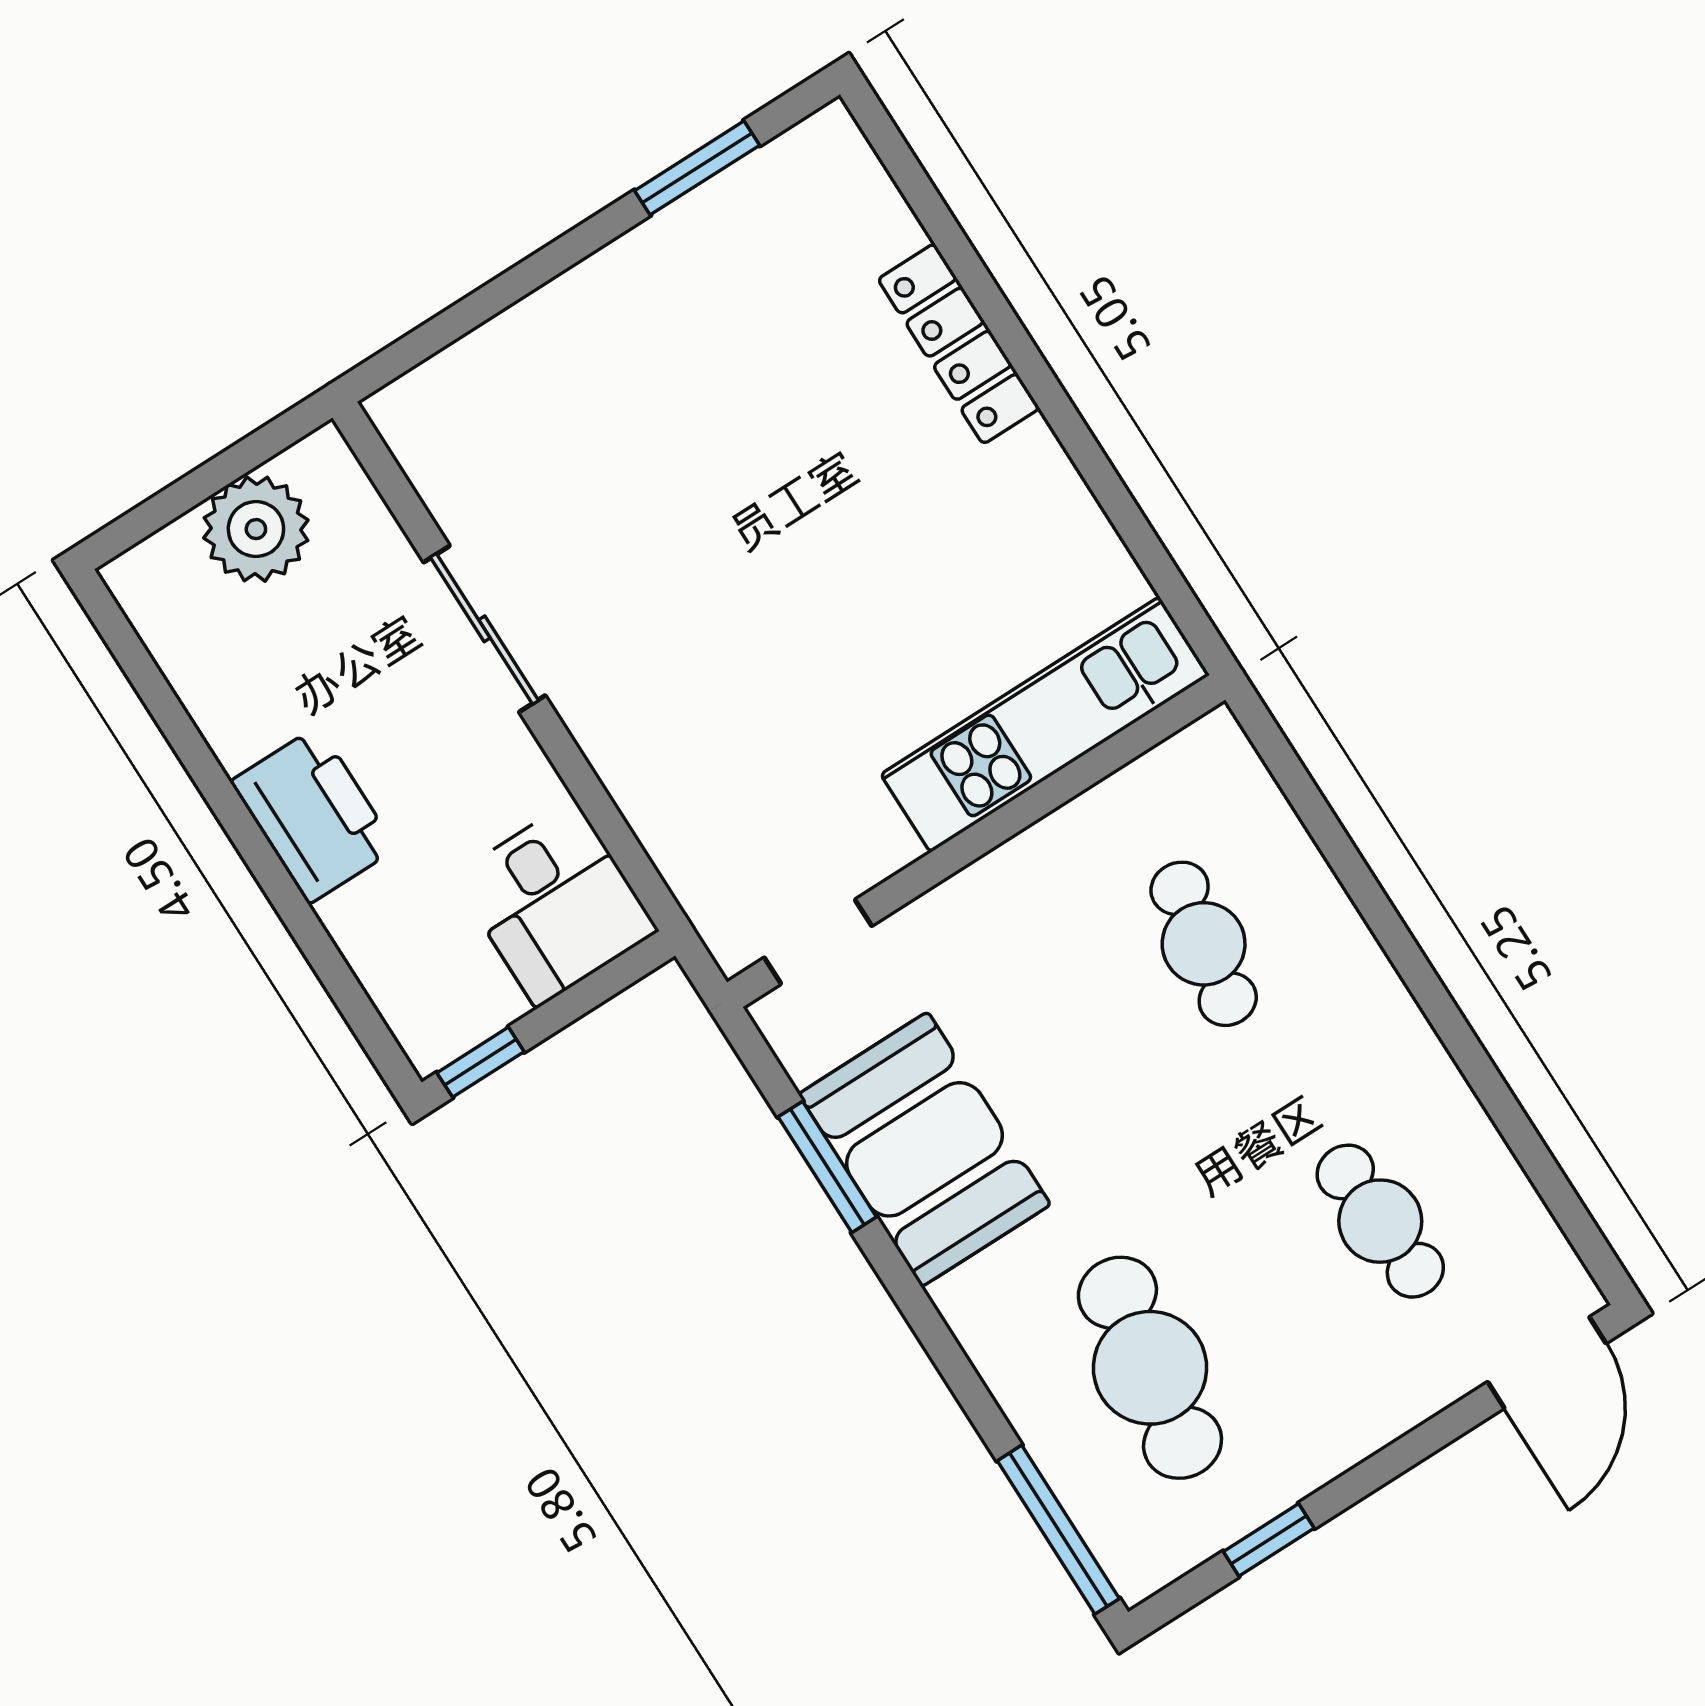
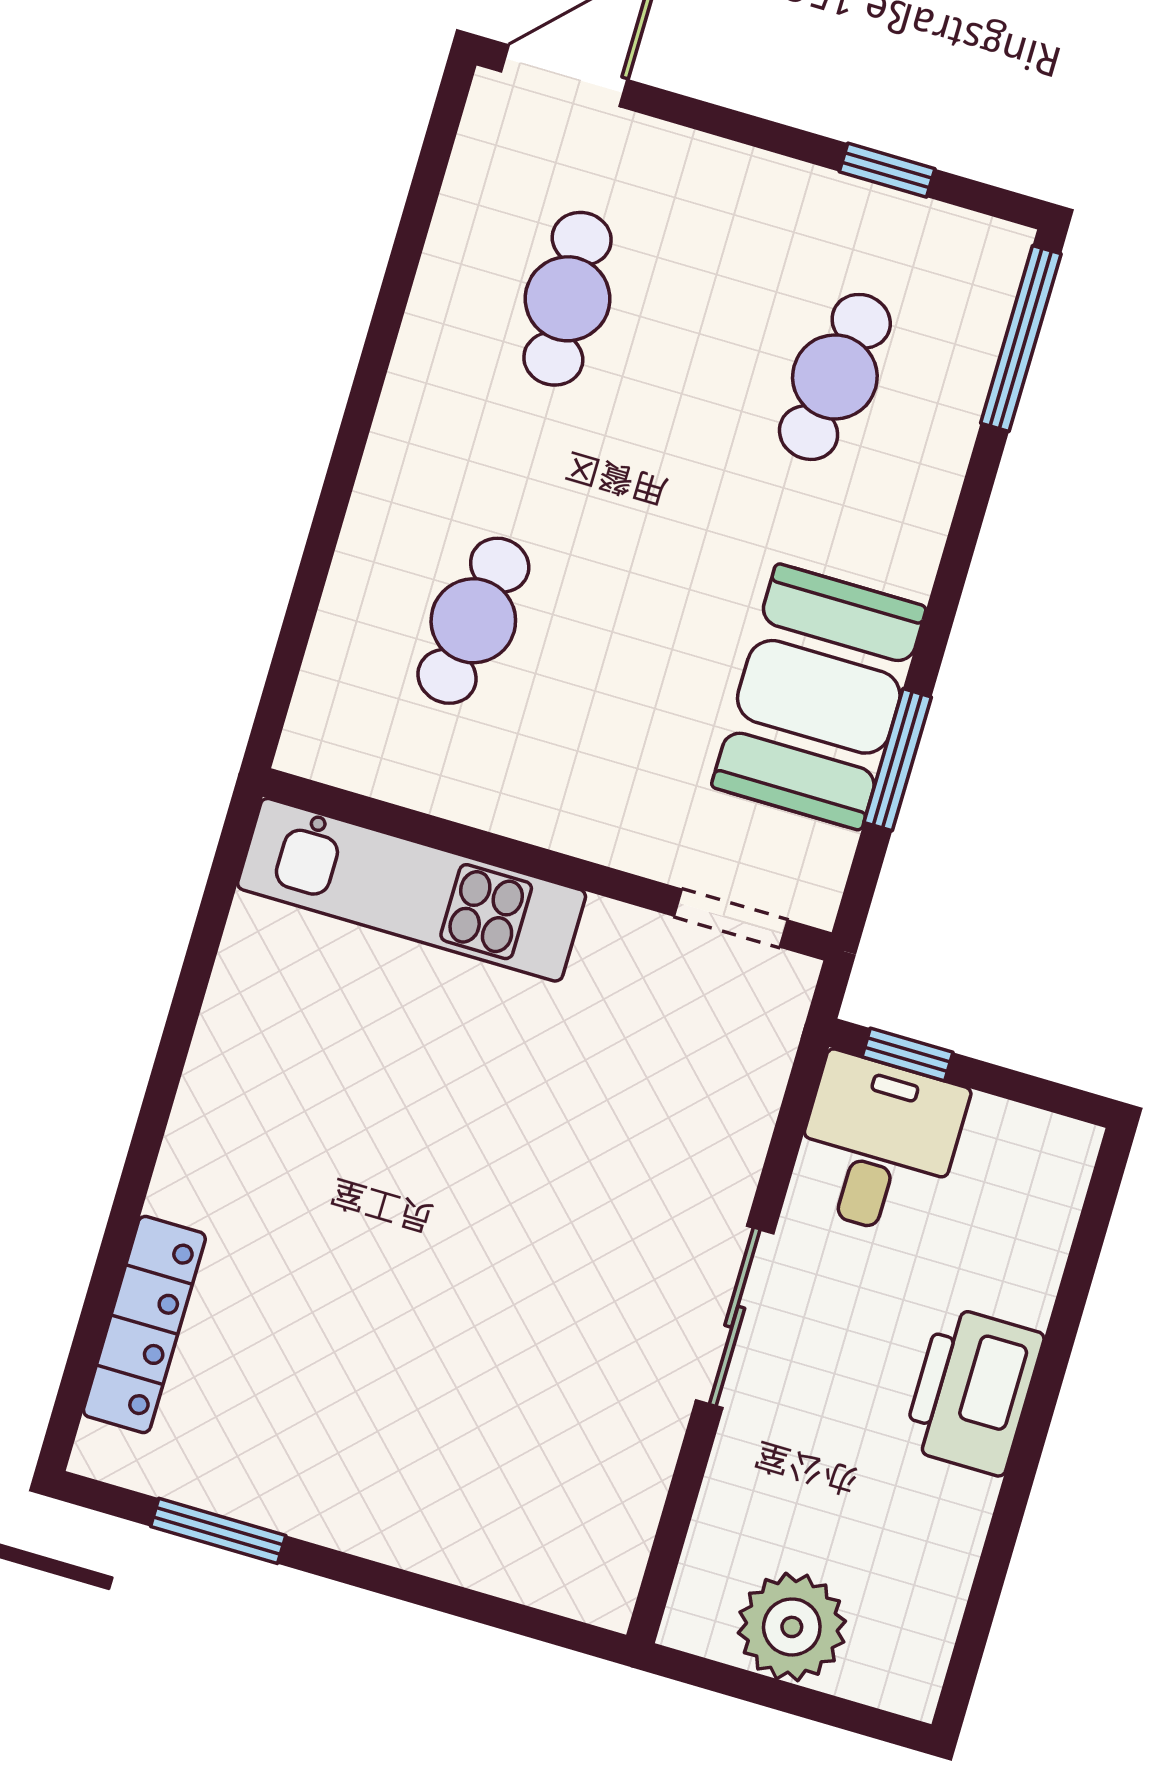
locker: (959, 344) -> (144, 1325), moved
sliding door: (484, 629) -> (735, 1317), moved
window: (480, 1062) -> (907, 1055), moved
cafe table: (1150, 1368) -> (835, 377), width x0.73, depth x0.74

